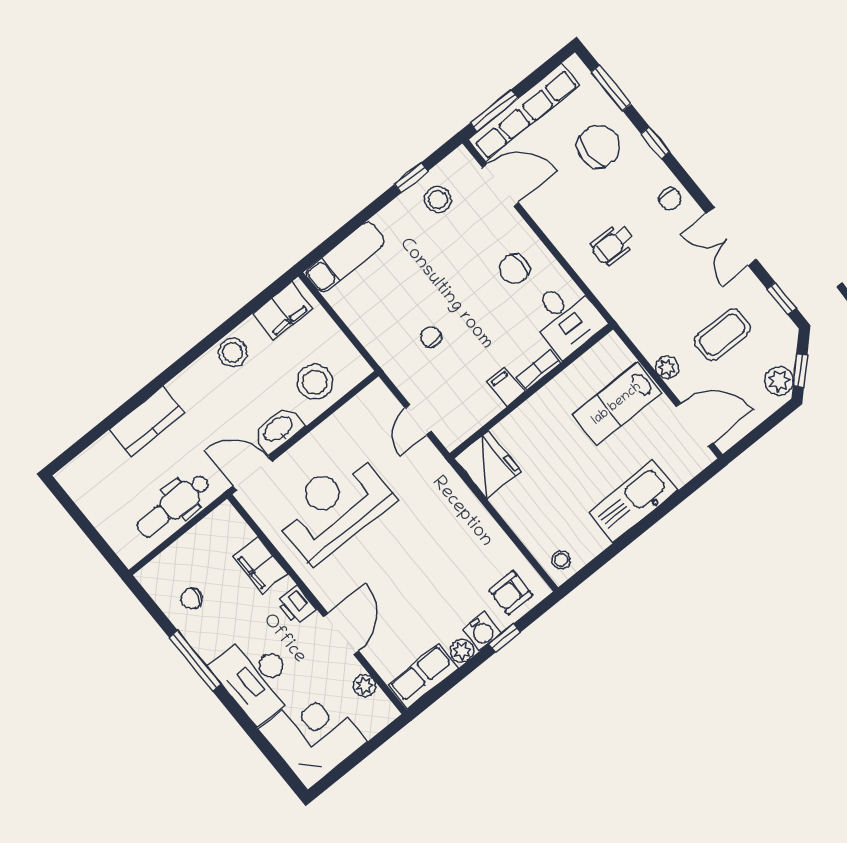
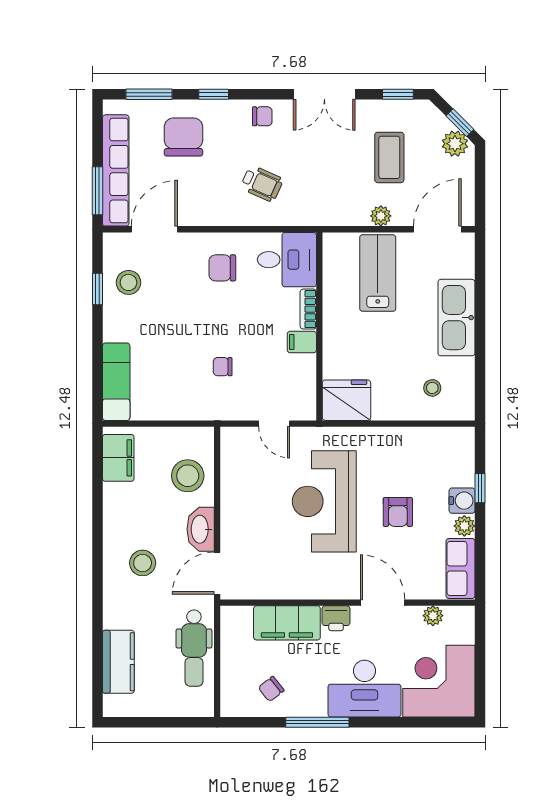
wheelchair: (613, 245) -> (262, 183), turned -66
chair: (514, 269) -> (222, 268), turned 90
stool: (233, 352) -> (143, 563), moved
lab bench: (617, 404) -> (378, 273), turned 180
kitchen counter: (147, 421) -> (118, 662), moved
reception desk: (334, 507) -> (324, 501), moved
stool: (561, 560) -> (432, 388), moved
filing cabinet: (260, 565) -> (287, 623), width x1.50, depth x1.17
armchair: (511, 593) -> (398, 512), moved
chair: (192, 599) -> (271, 689), turned 37

